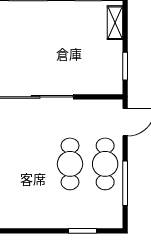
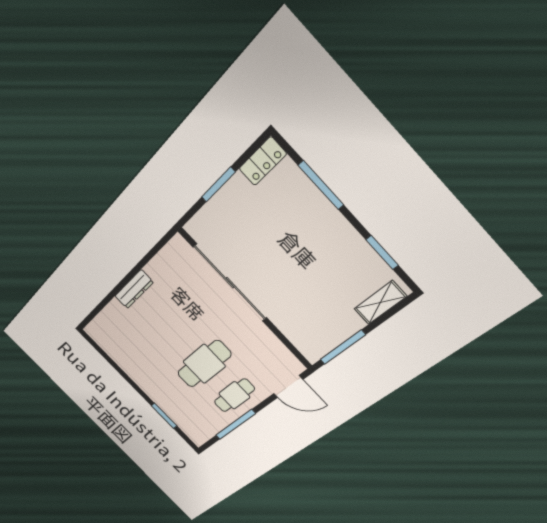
window: (125, 66) -> (343, 347), width x1.44
cafe table: (105, 164) -> (234, 395), width x0.73, depth x0.74

